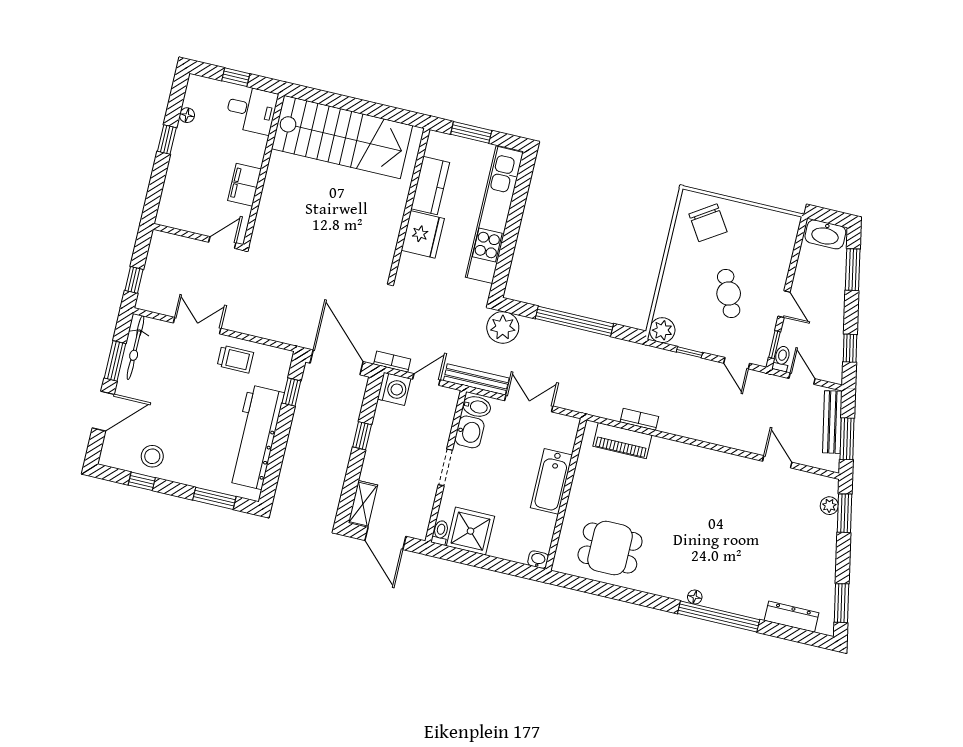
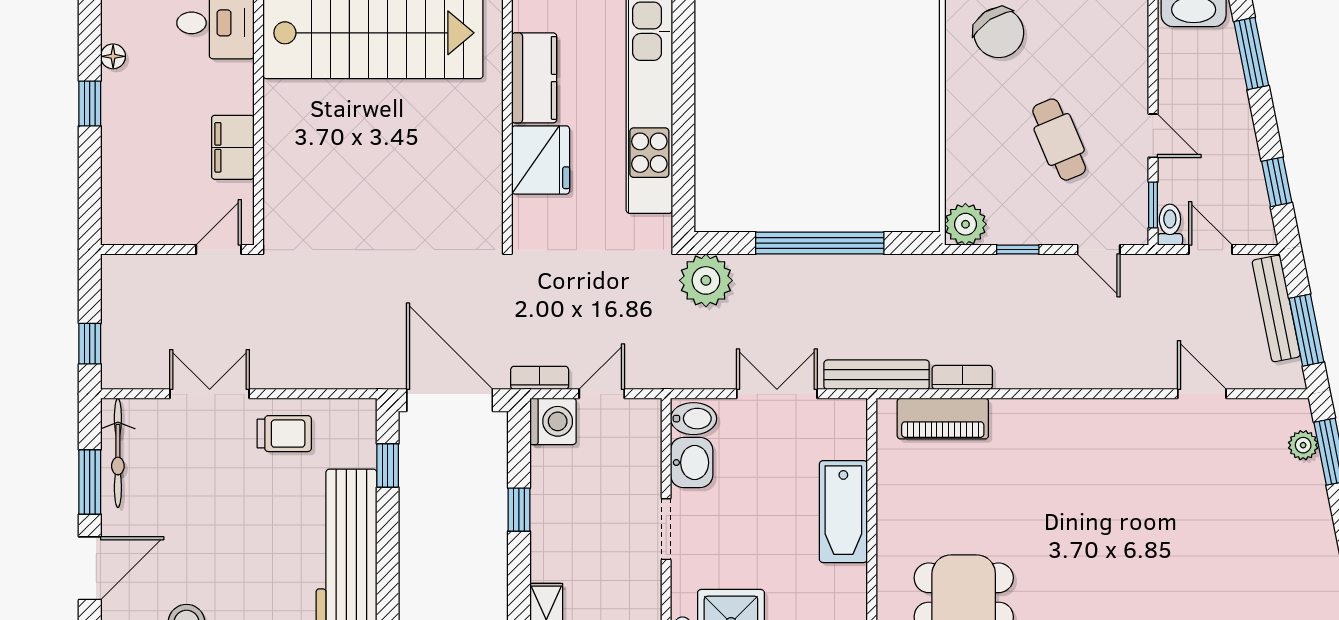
bench: (476, 379) -> (877, 375), moved

